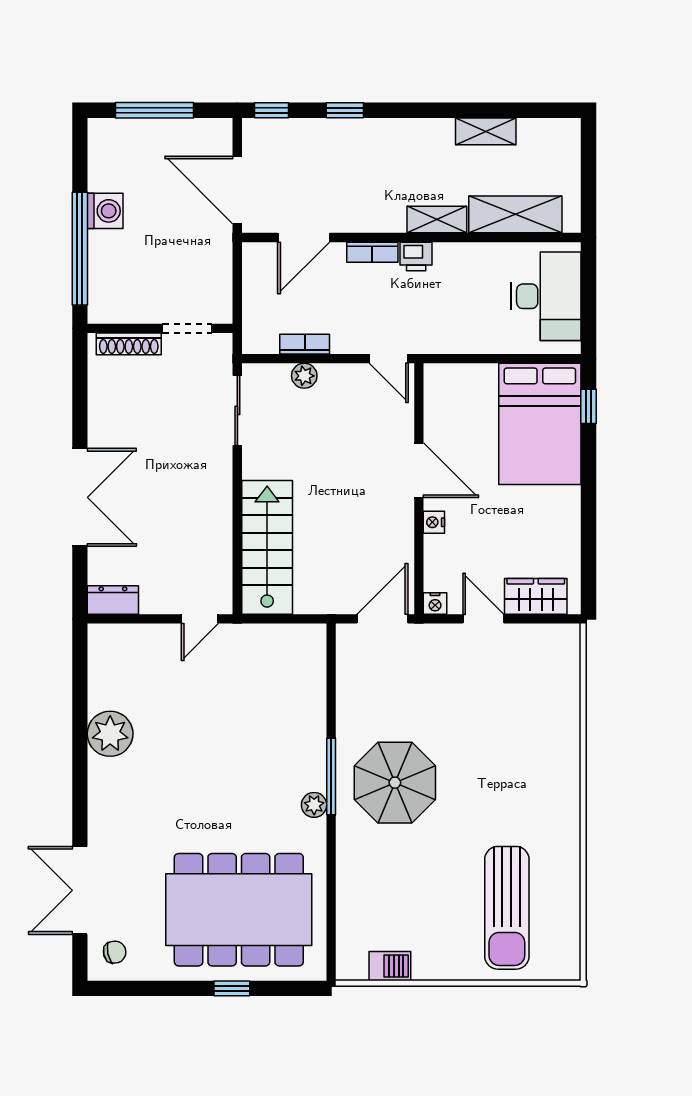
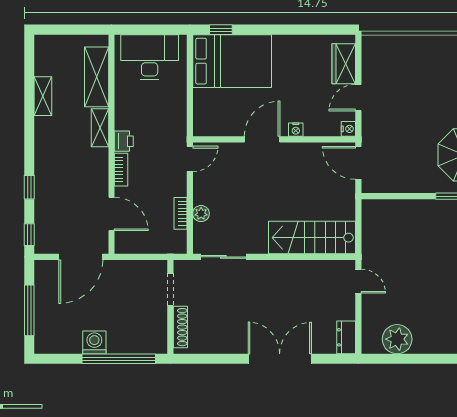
plant: (110, 734) -> (397, 339), moved

